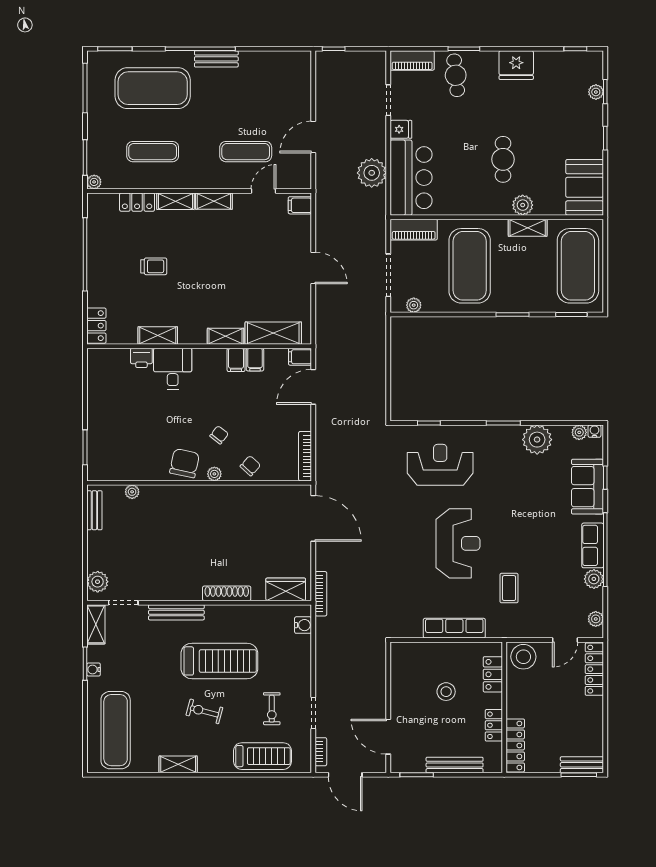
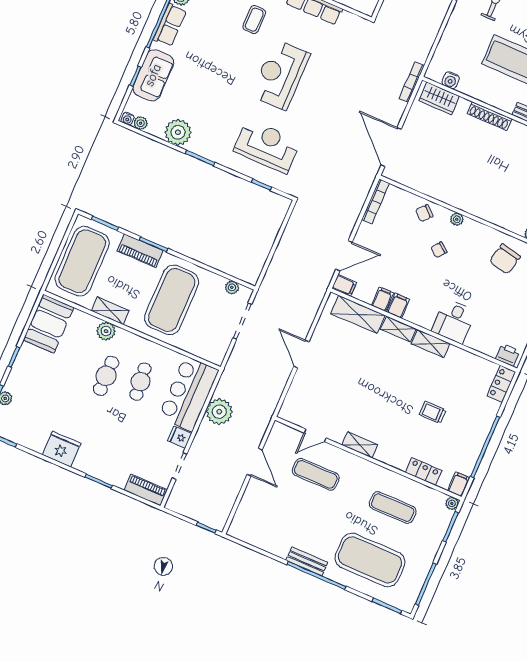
cafe table: (456, 75) -> (140, 382), moved
door: (313, 137) -> (255, 462), hinge flipped
shelving: (175, 201) -> (392, 458), removed
filing cabinet: (300, 205) -> (459, 484), moved, turned -90
piano: (414, 230) -> (140, 251), moved, turned 180
shelving: (158, 336) -> (431, 344), moved
printer: (141, 358) -> (508, 355), moved
chair: (184, 463) -> (505, 259), moved
reception desk: (440, 465) -> (267, 146), turned 180
water cooler: (303, 625) -> (451, 80), moved, turned -90

